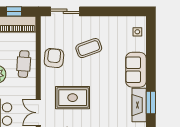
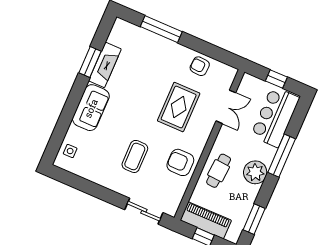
coffee table: (89, 48) -> (135, 156), turned -70
armchair: (54, 58) -> (180, 162), turned 84
rug: (73, 98) -> (179, 107), turned 90

